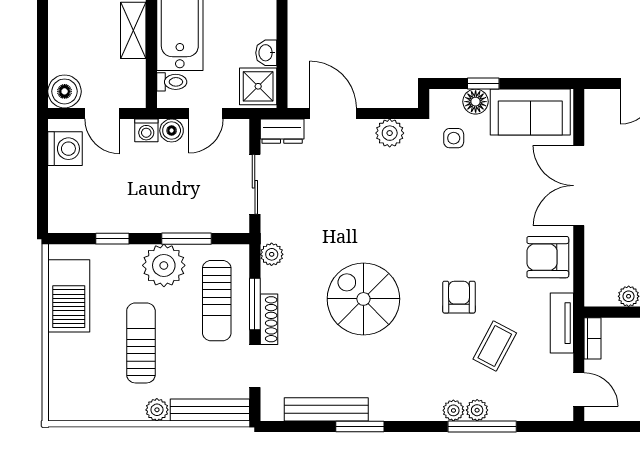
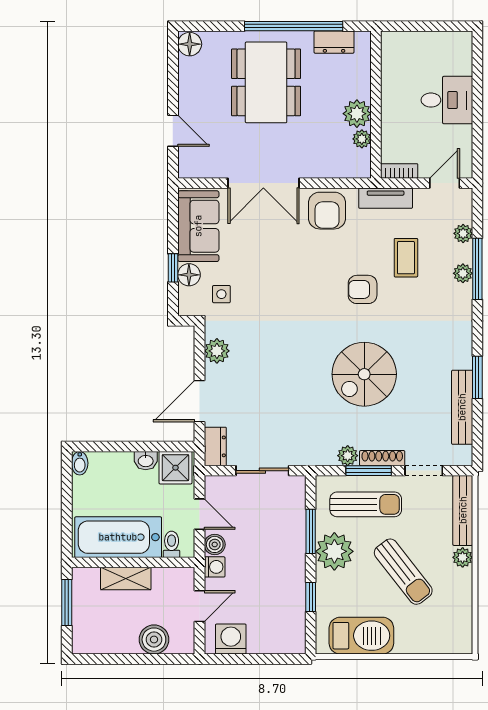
boiler: (65, 91) -> (154, 640), moved
plant: (272, 254) -> (348, 456), moved
sun lounger: (141, 343) -> (403, 572), turned -128
coffee table: (495, 346) -> (406, 258), turned 62
plant: (453, 410) -> (463, 233), moved

